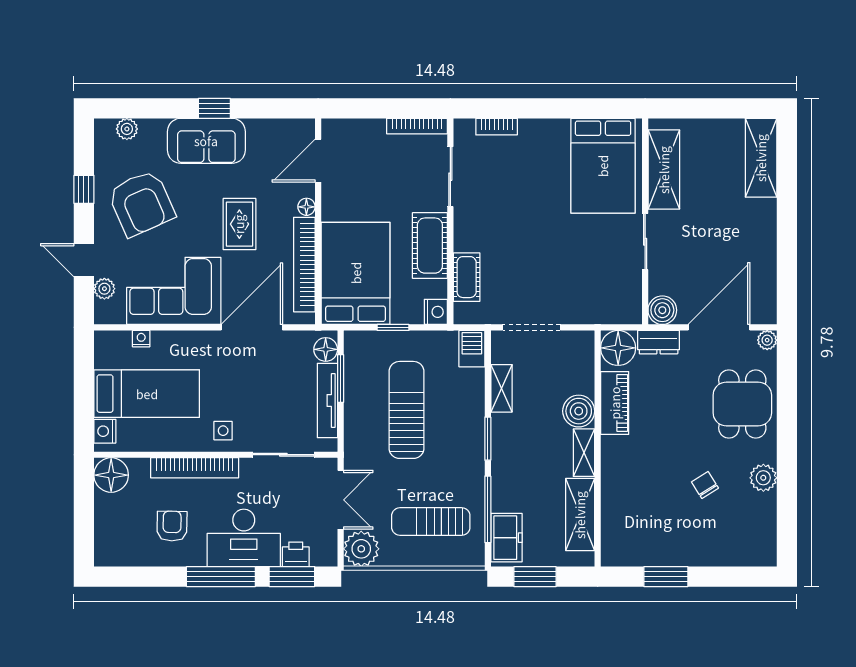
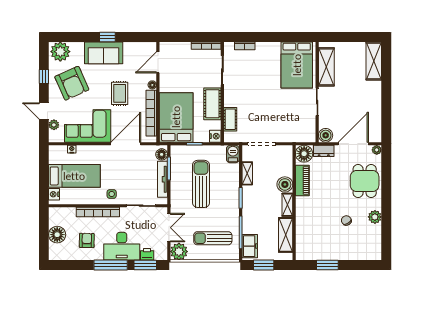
plant: (127, 129) -> (60, 52), width x1.88, depth x1.88
floor lamp: (111, 475) -> (57, 235), moved

